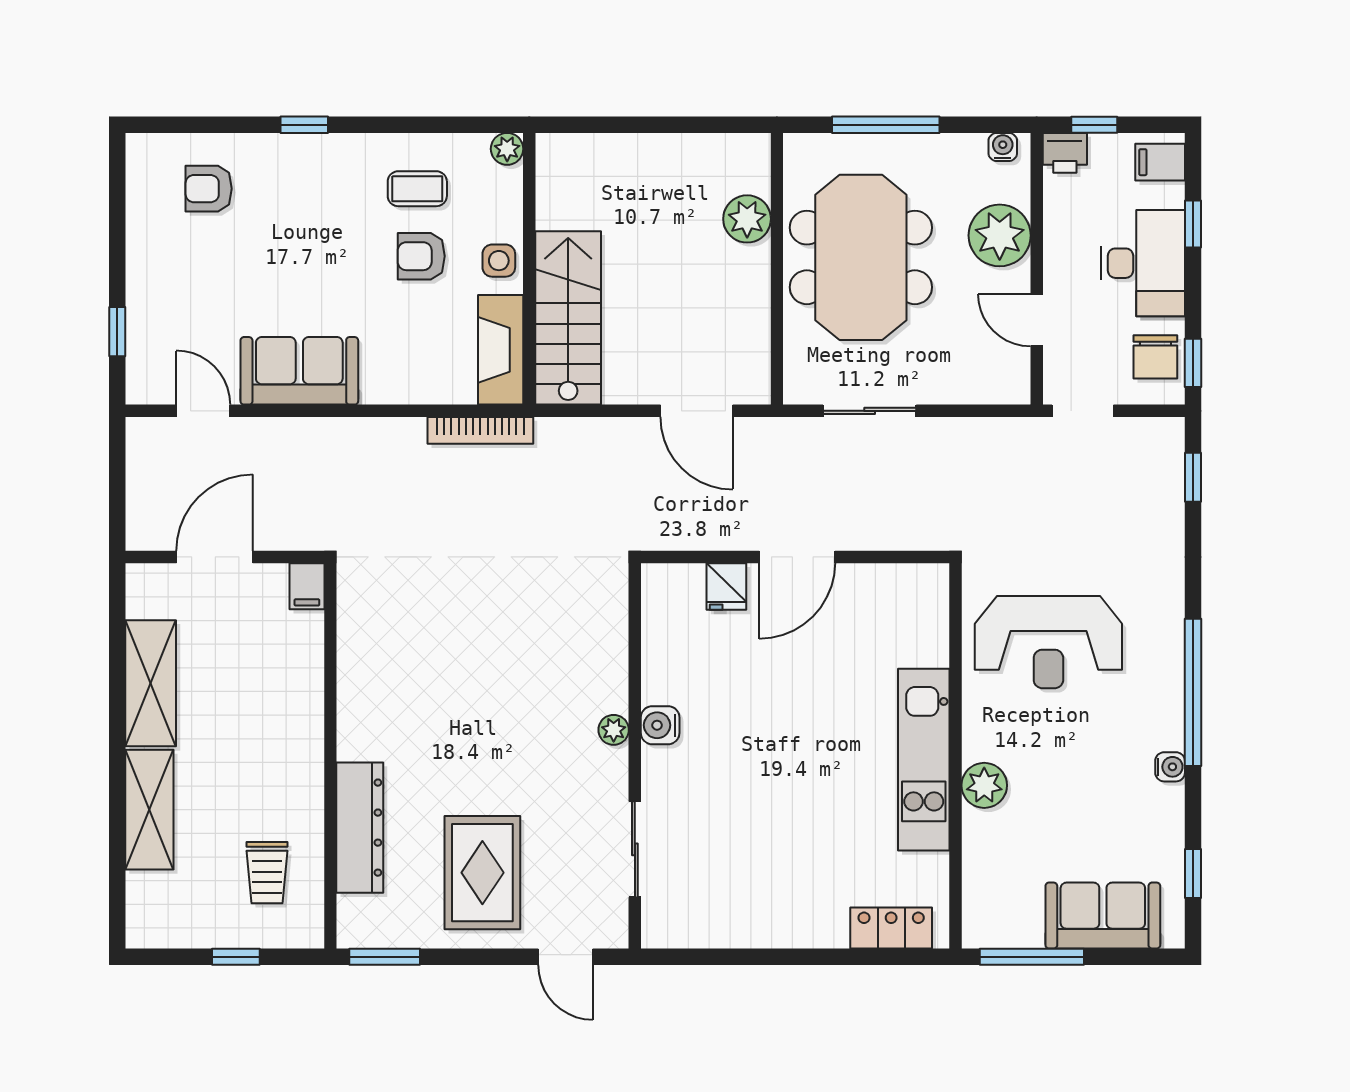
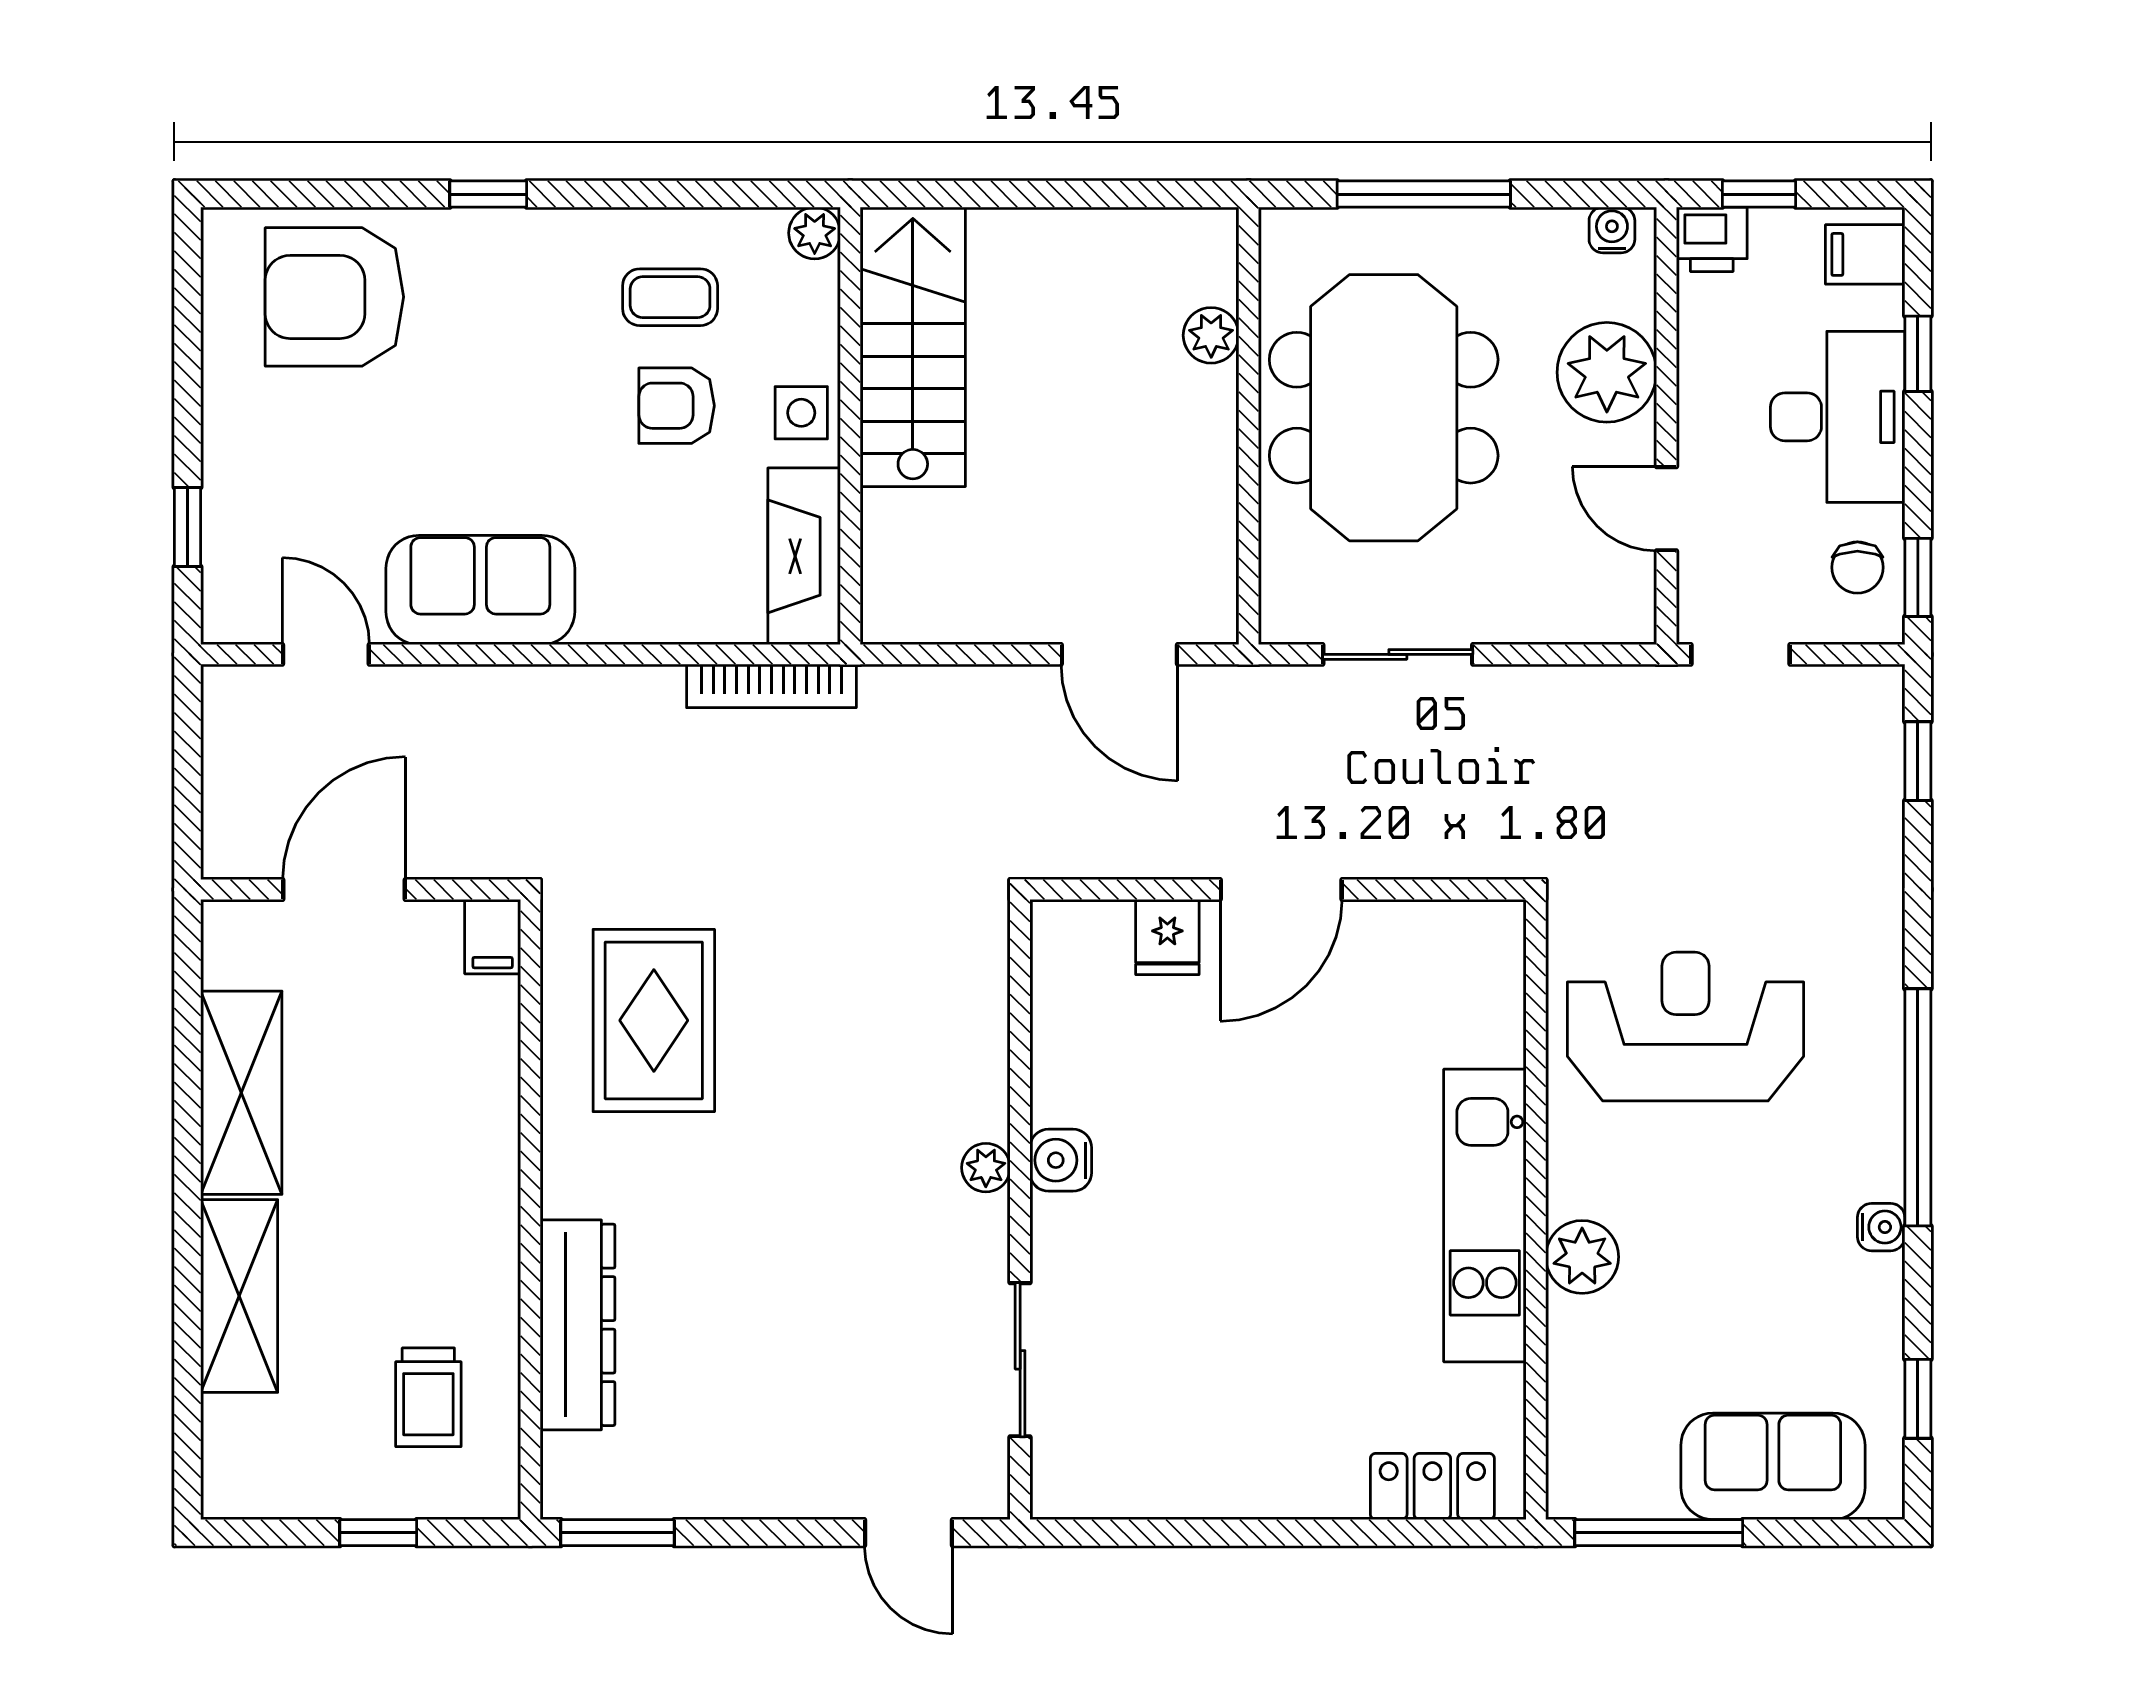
armchair: (209, 189) -> (334, 297), width x1.88, depth x1.88
plant: (747, 219) -> (1211, 335), width x0.73, depth x0.73
stairs: (568, 318) -> (913, 347), moved
chair: (1155, 357) -> (1857, 567), width x0.73, depth x0.73
reception desk: (1048, 642) -> (1685, 1027), turned 180
rug: (482, 873) -> (654, 1020), moved

